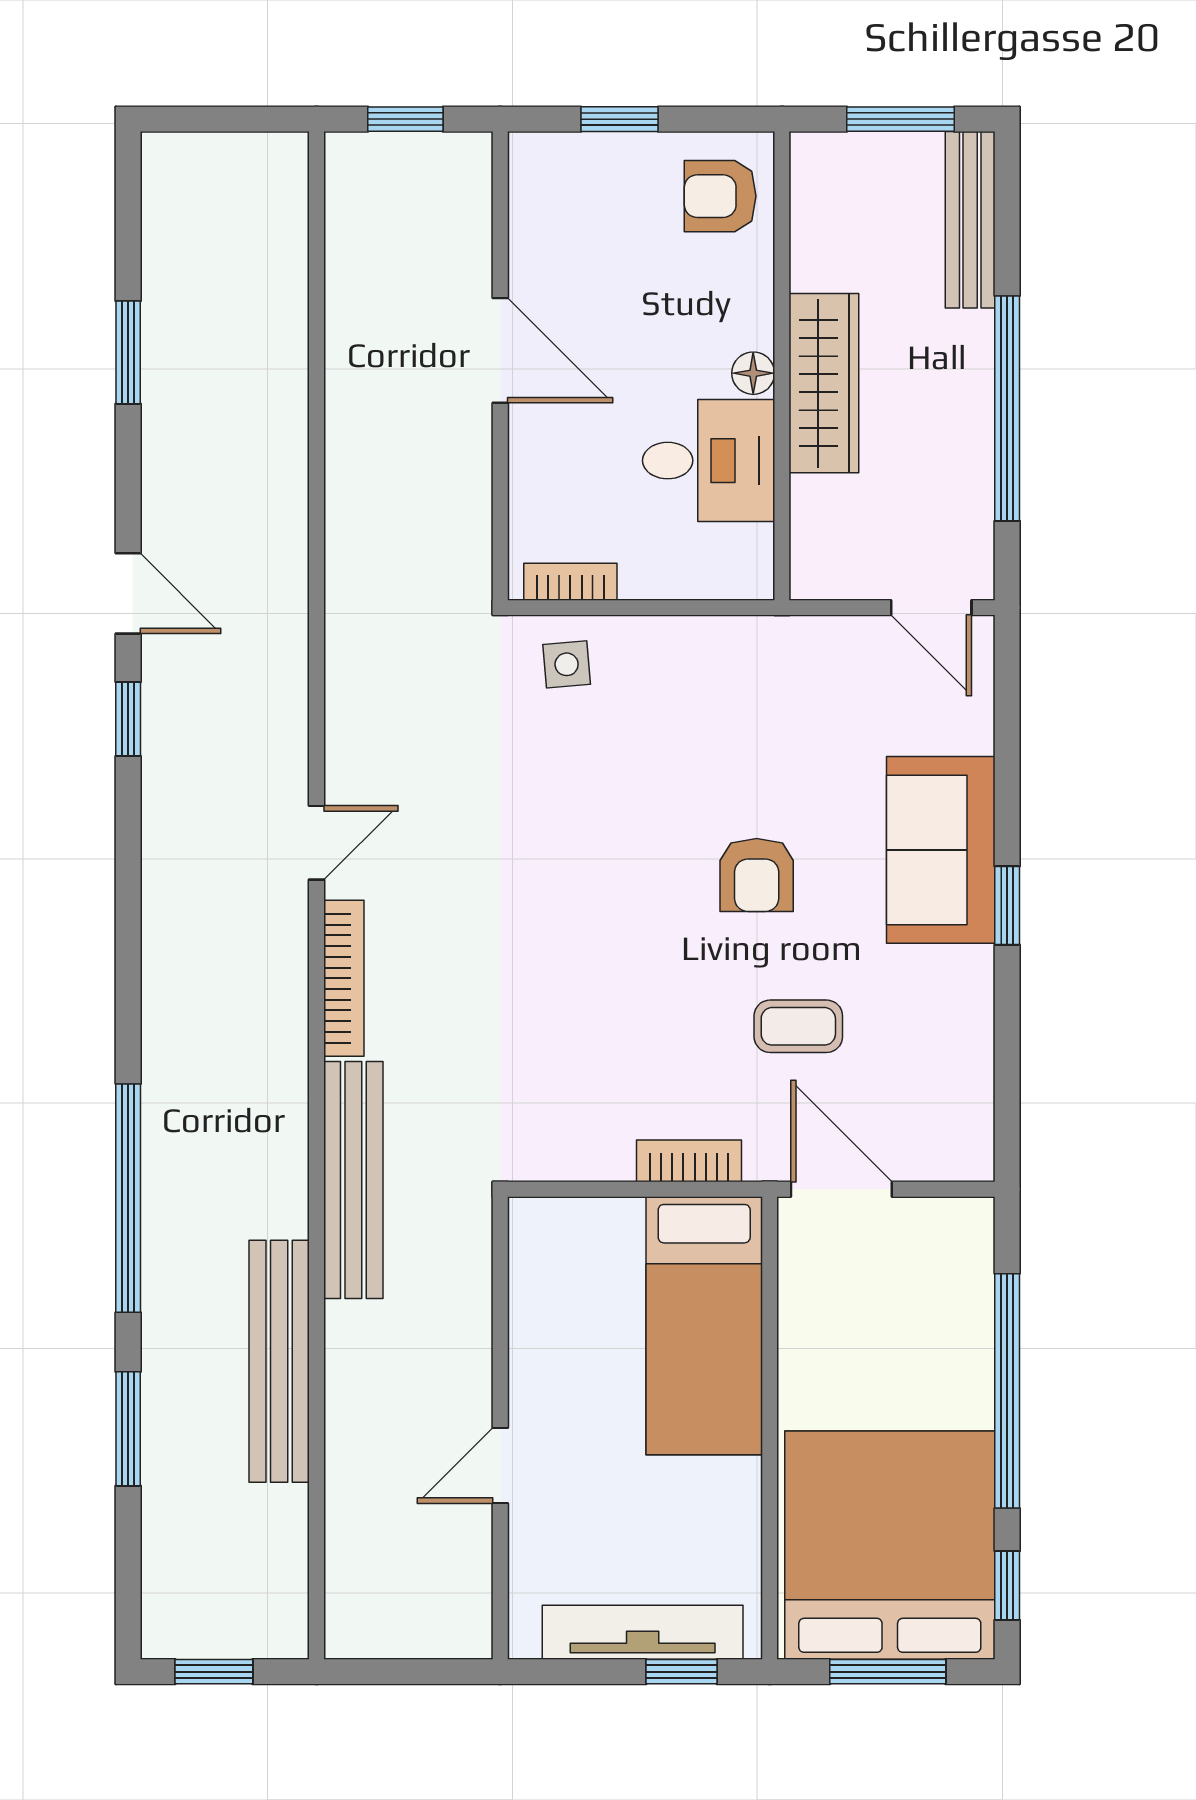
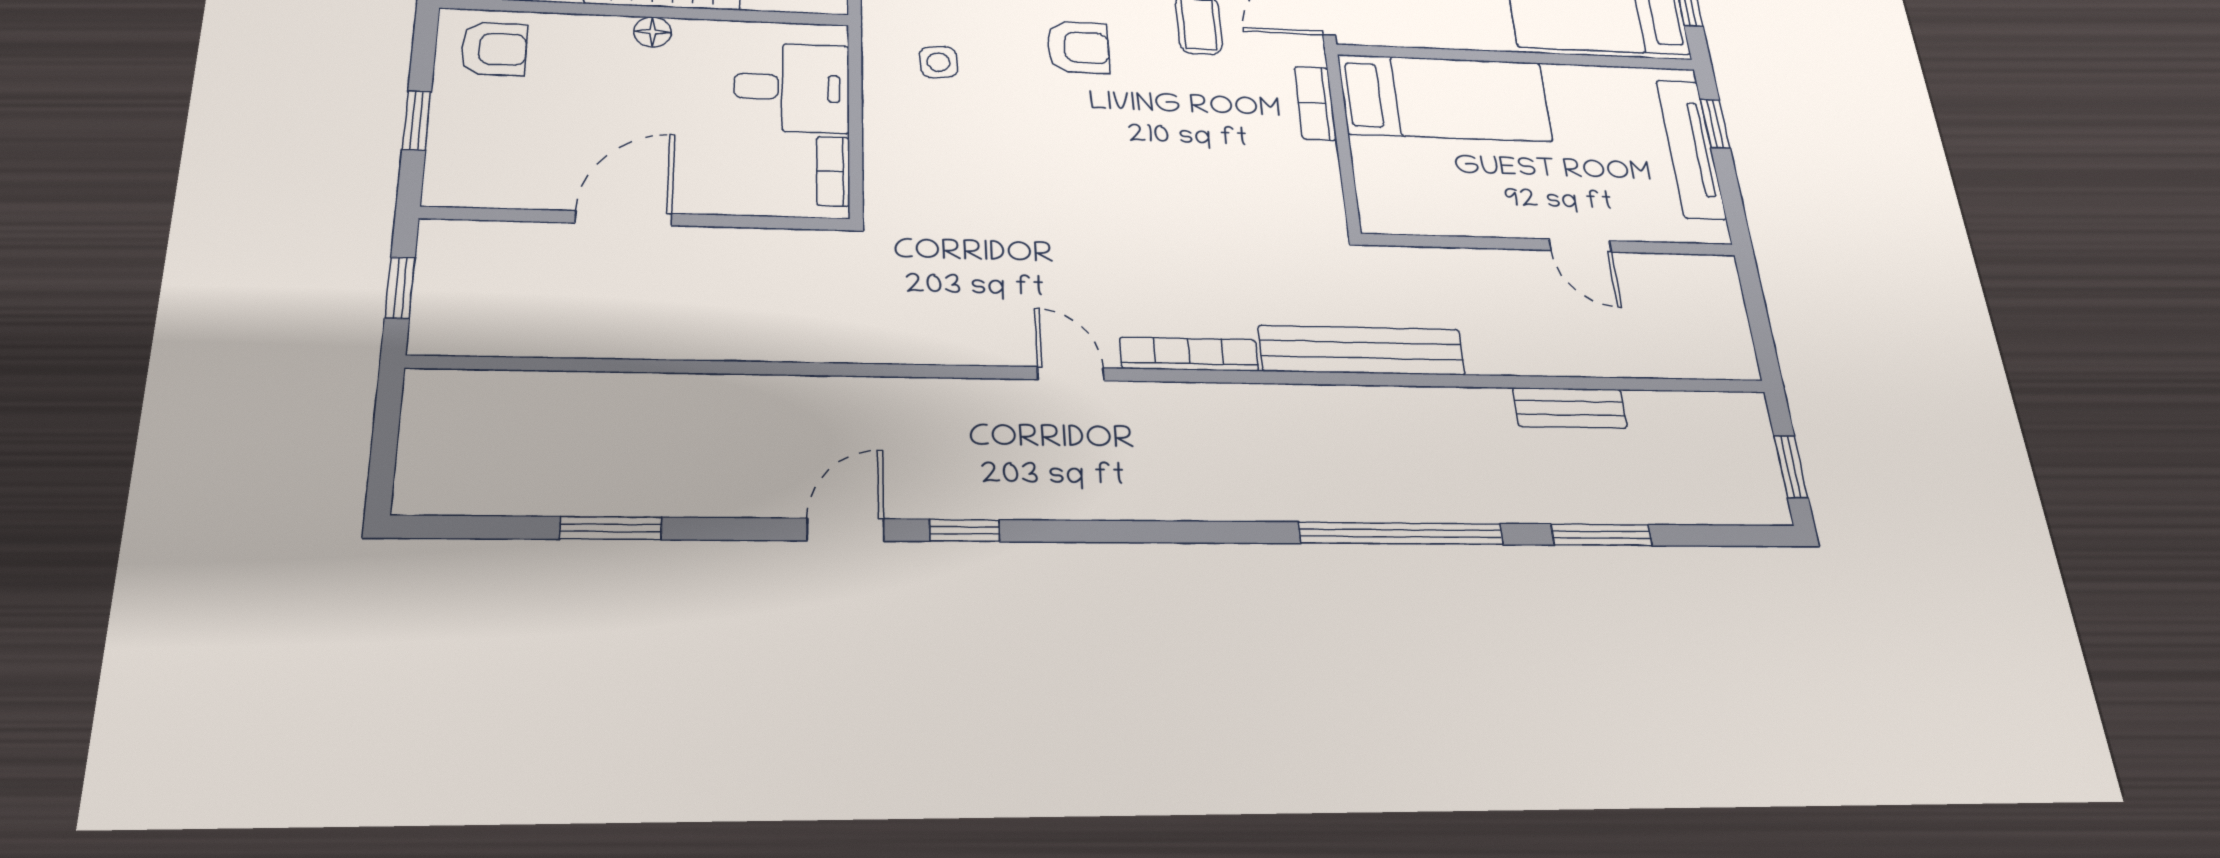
armchair: (720, 196) -> (494, 49), turned -90
desk: (709, 461) -> (792, 88), moved, turned 90
side table: (567, 664) -> (939, 62), moved
bench: (279, 1361) -> (1570, 408), width x0.54, depth x0.82

